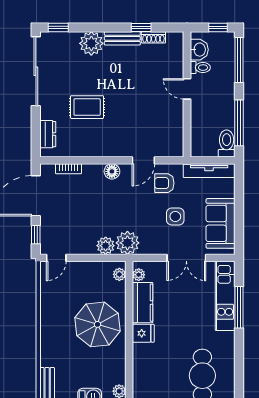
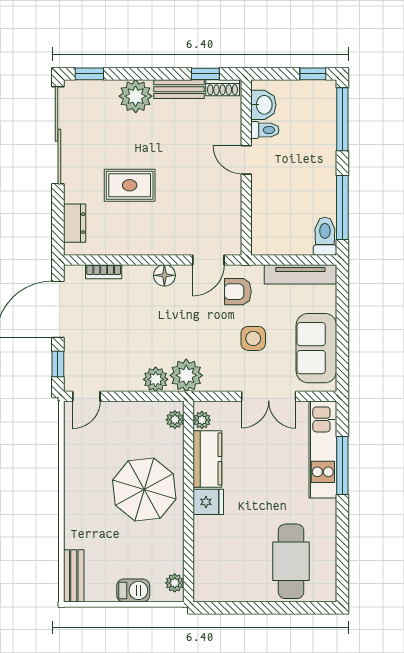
washbasin: (199, 50) -> (263, 105), moved
toilet: (200, 68) -> (265, 130), moved
door: (187, 89) -> (246, 160), moved
wall: (187, 94) -> (246, 167), moved

